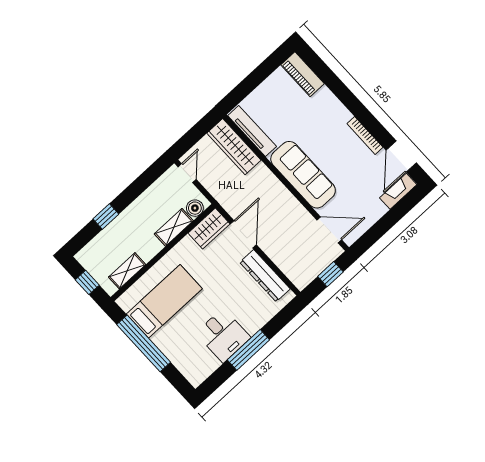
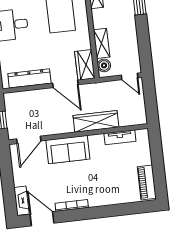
piano: (303, 74) -> (147, 182), moved, turned -90
tv unit: (252, 131) -> (120, 137), width x0.71
wardrobe: (234, 147) -> (96, 121), moved
sofa: (303, 175) -> (68, 149), width x0.73

